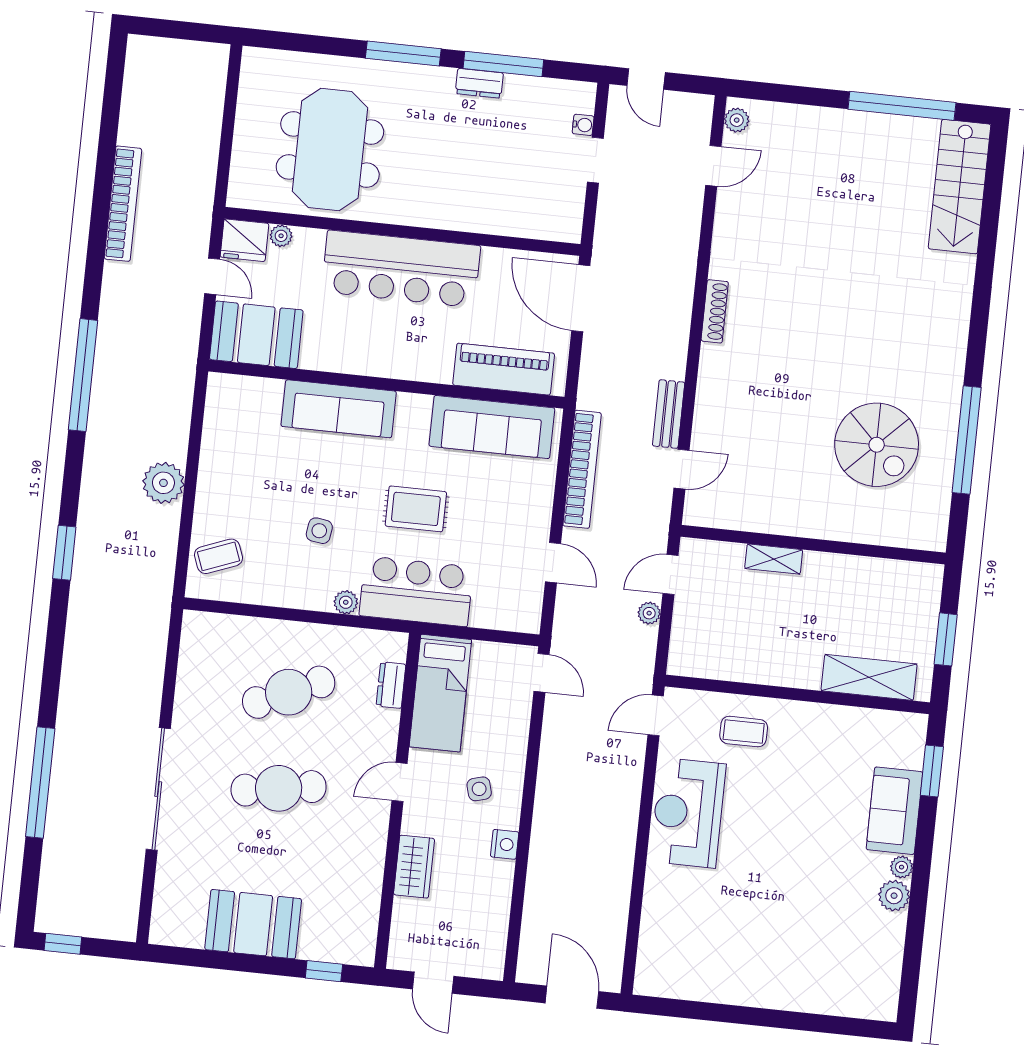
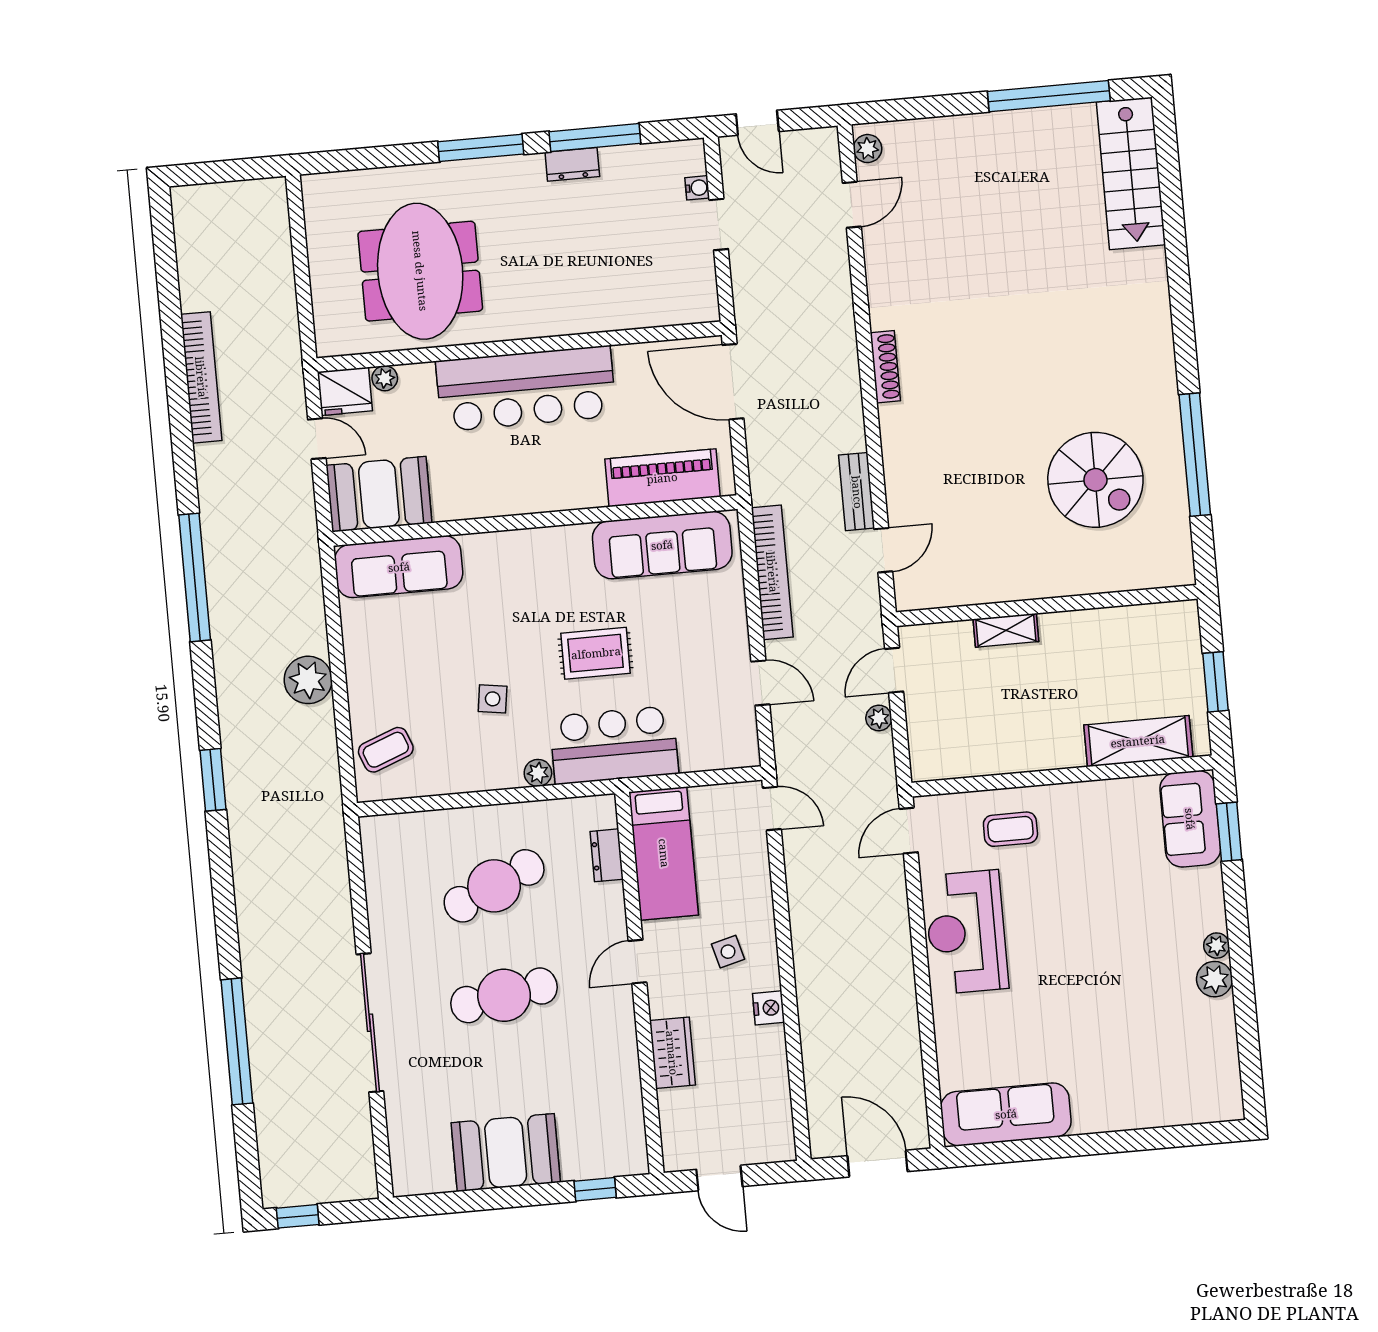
sofa: (339, 409) -> (399, 567), moved
sofa: (894, 811) -> (1190, 819), moved
sofa: (691, 977) -> (1006, 1114), added

